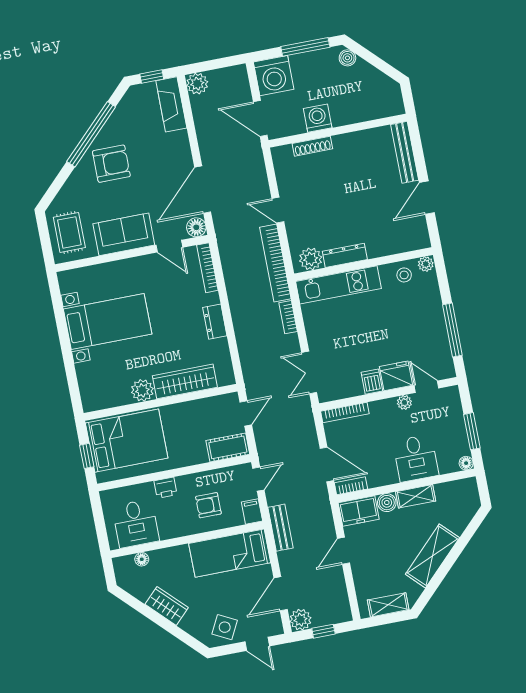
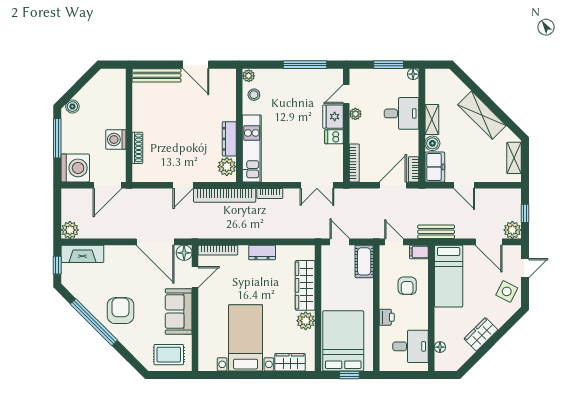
wardrobe: (88, 381) -> (290, 362), added

